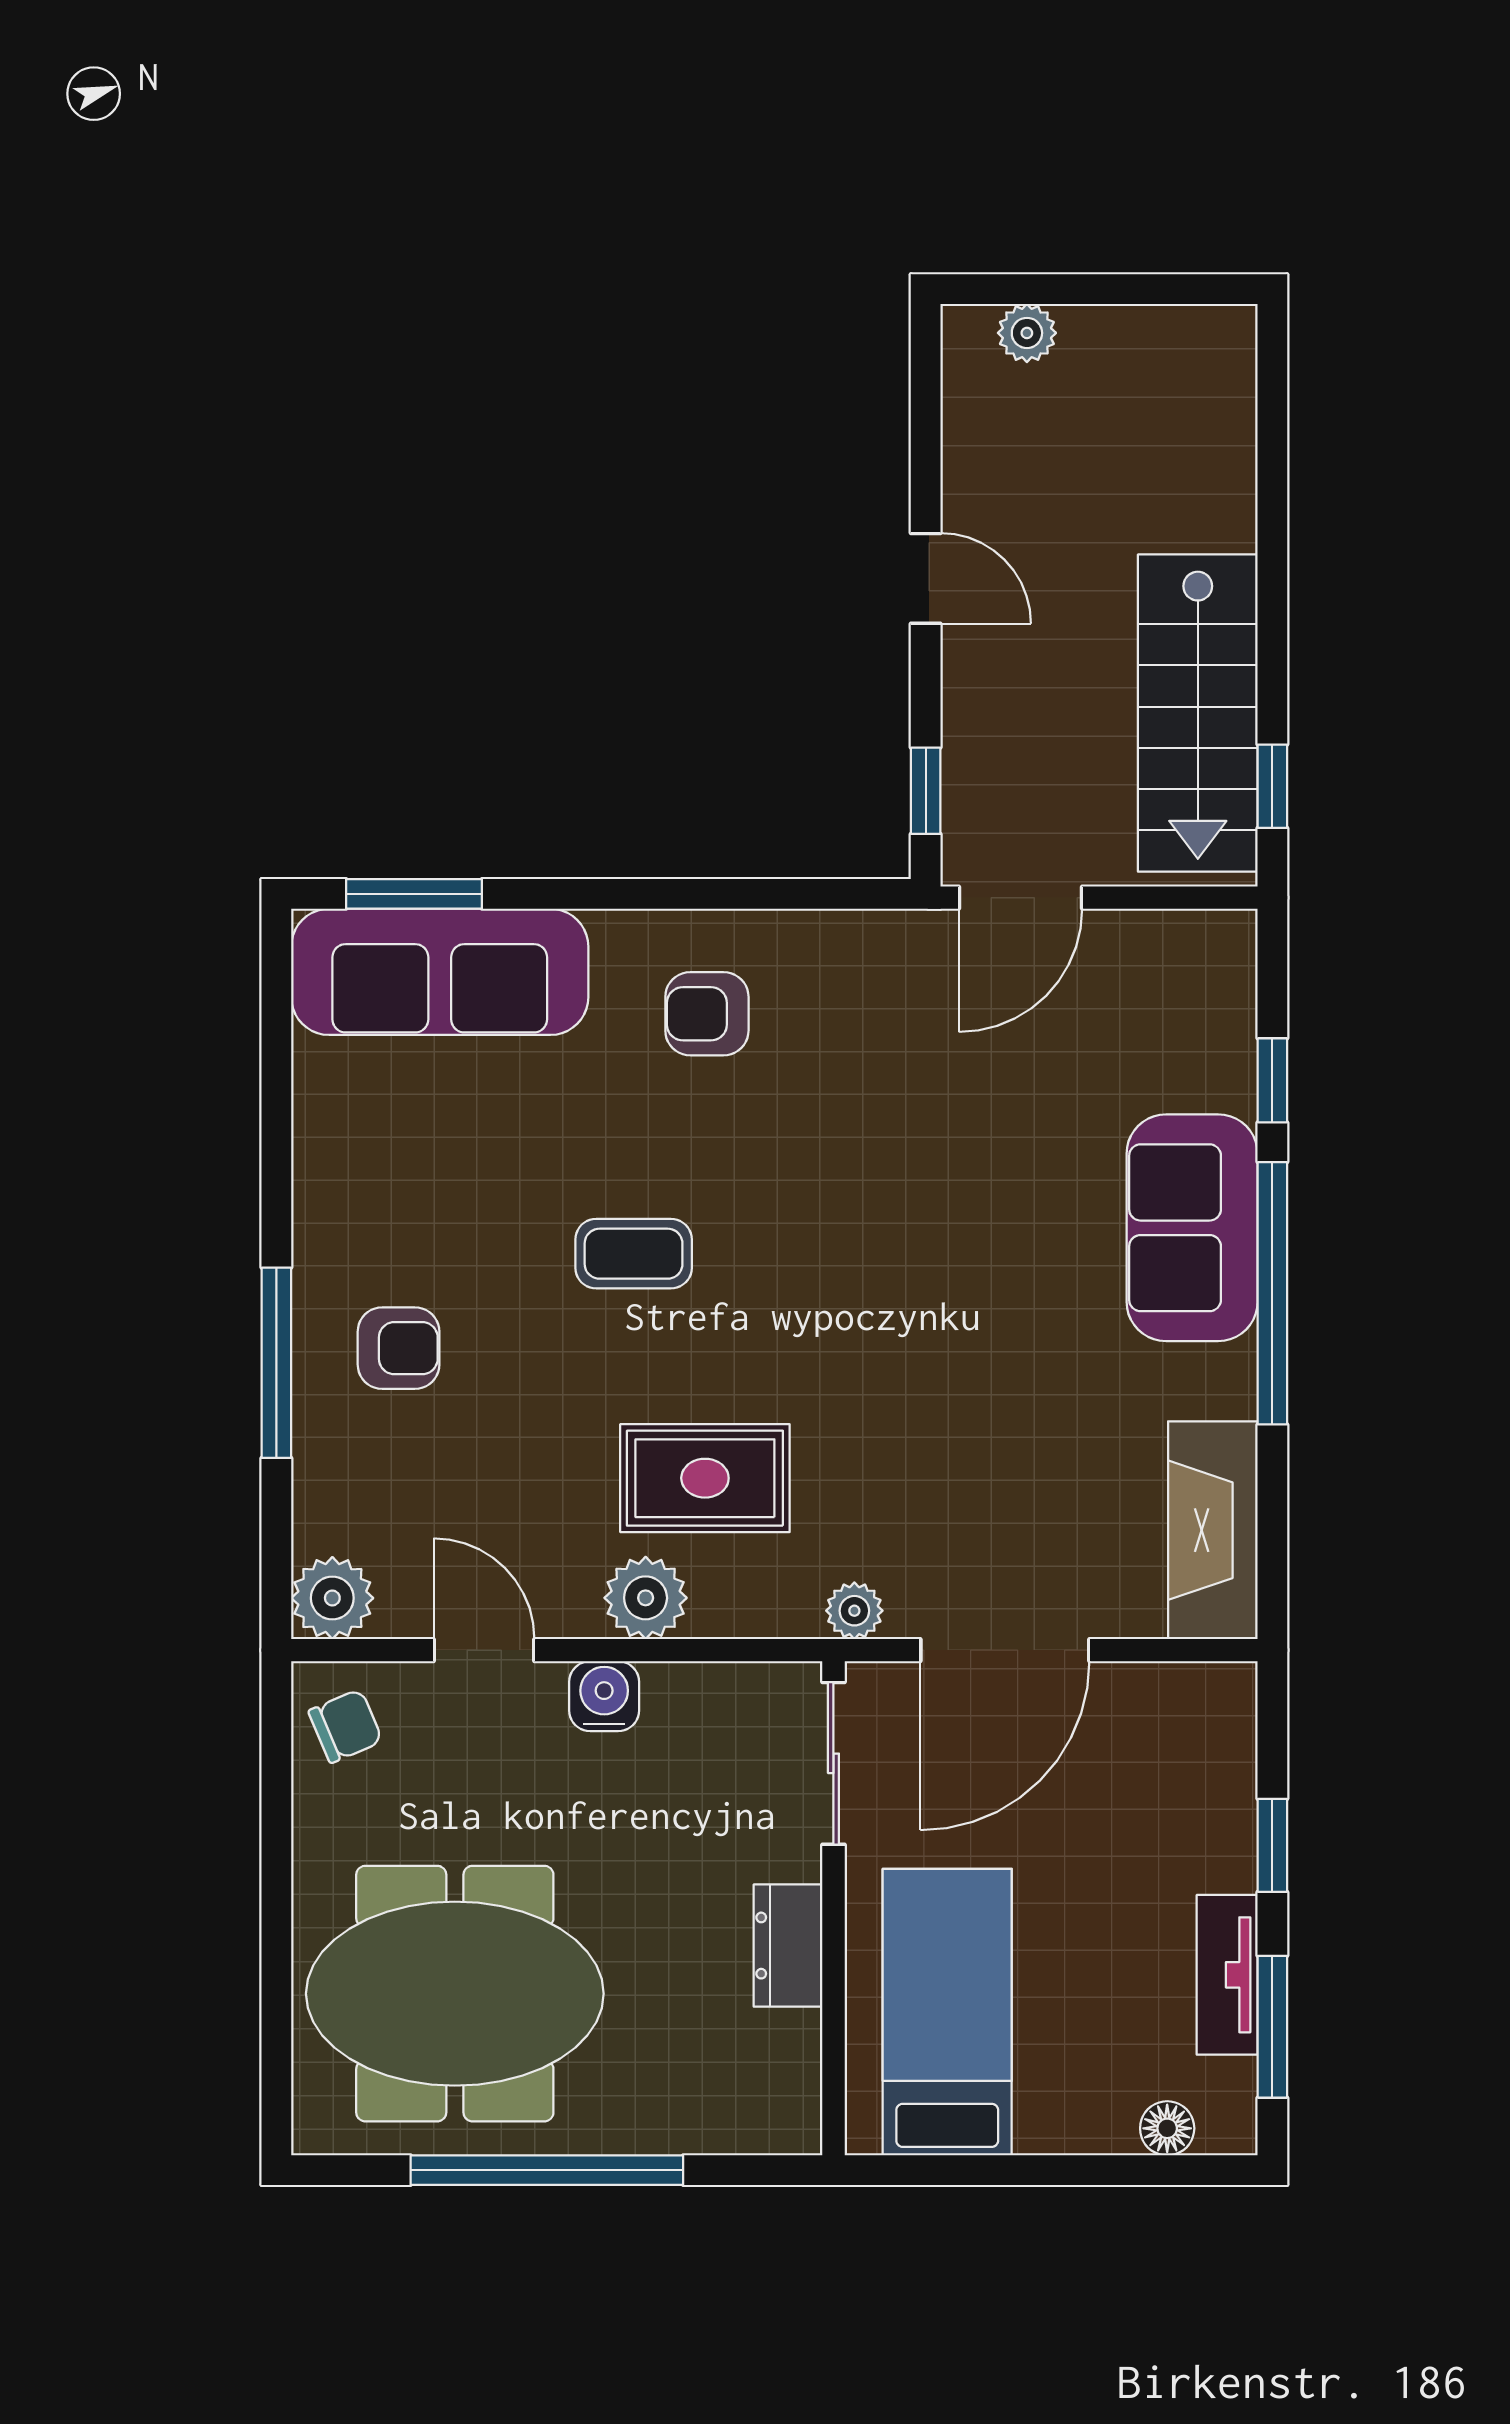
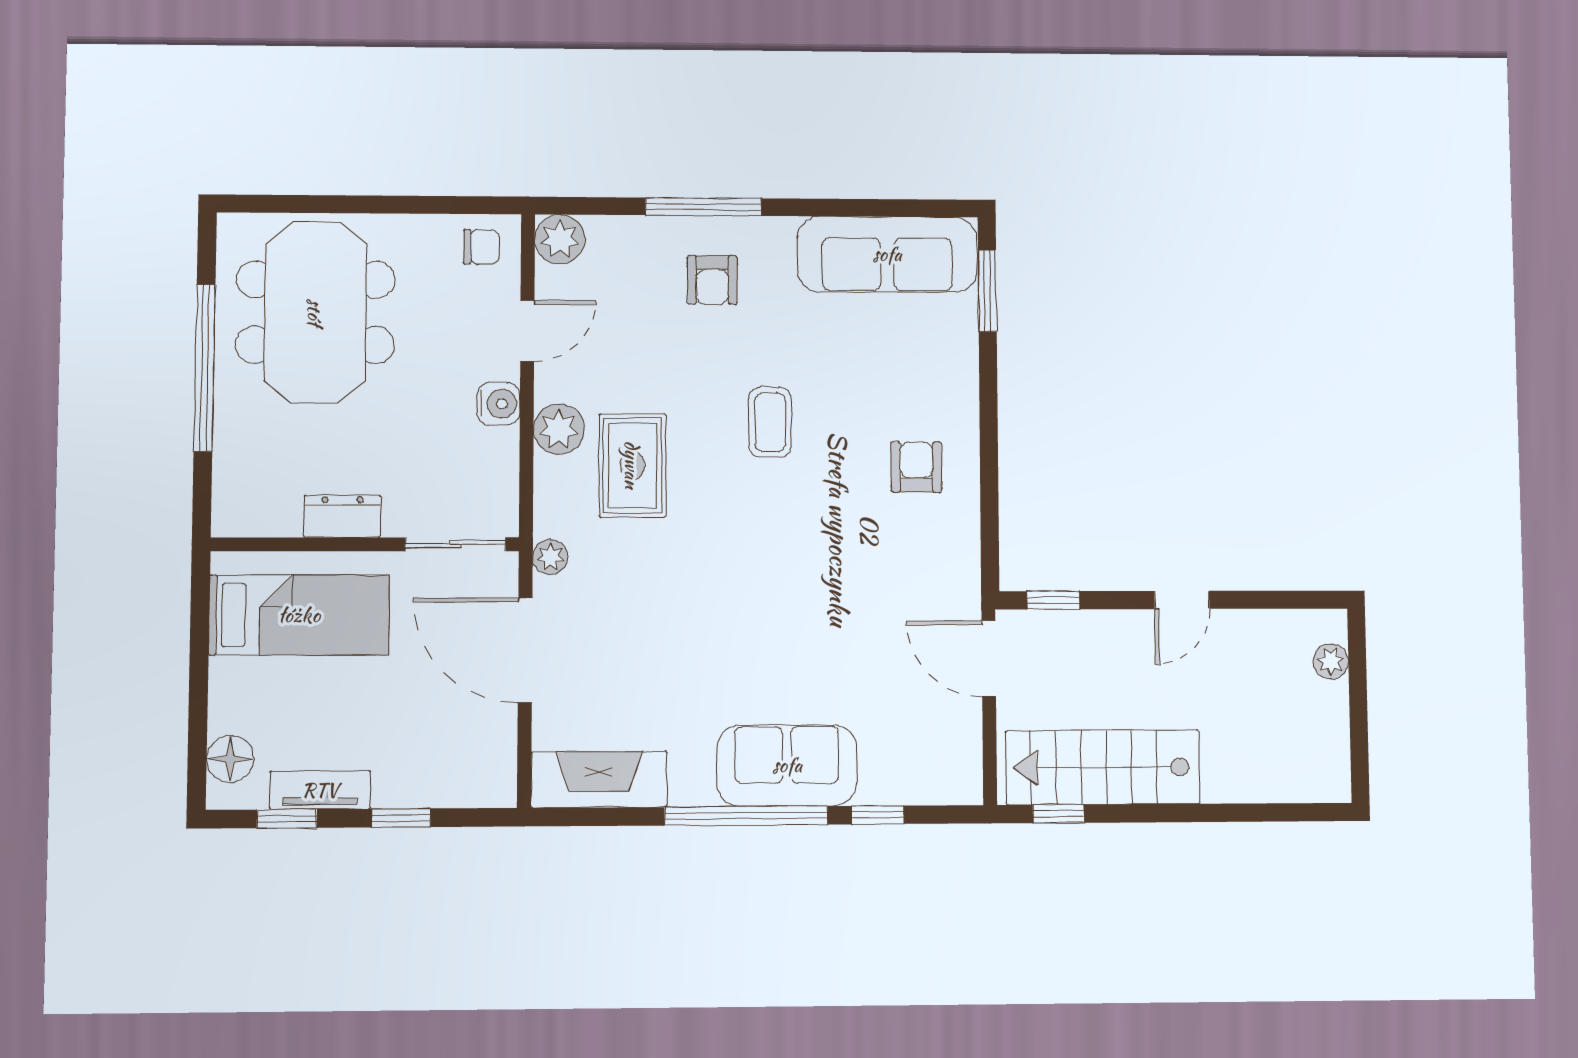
sofa: (440, 972) -> (887, 254), moved, turned -90
chair: (345, 1726) -> (481, 247), turned -67
window: (1272, 2027) -> (287, 819), width x0.67
floor lamp: (1167, 2128) -> (230, 759), width x1.37, depth x1.37

